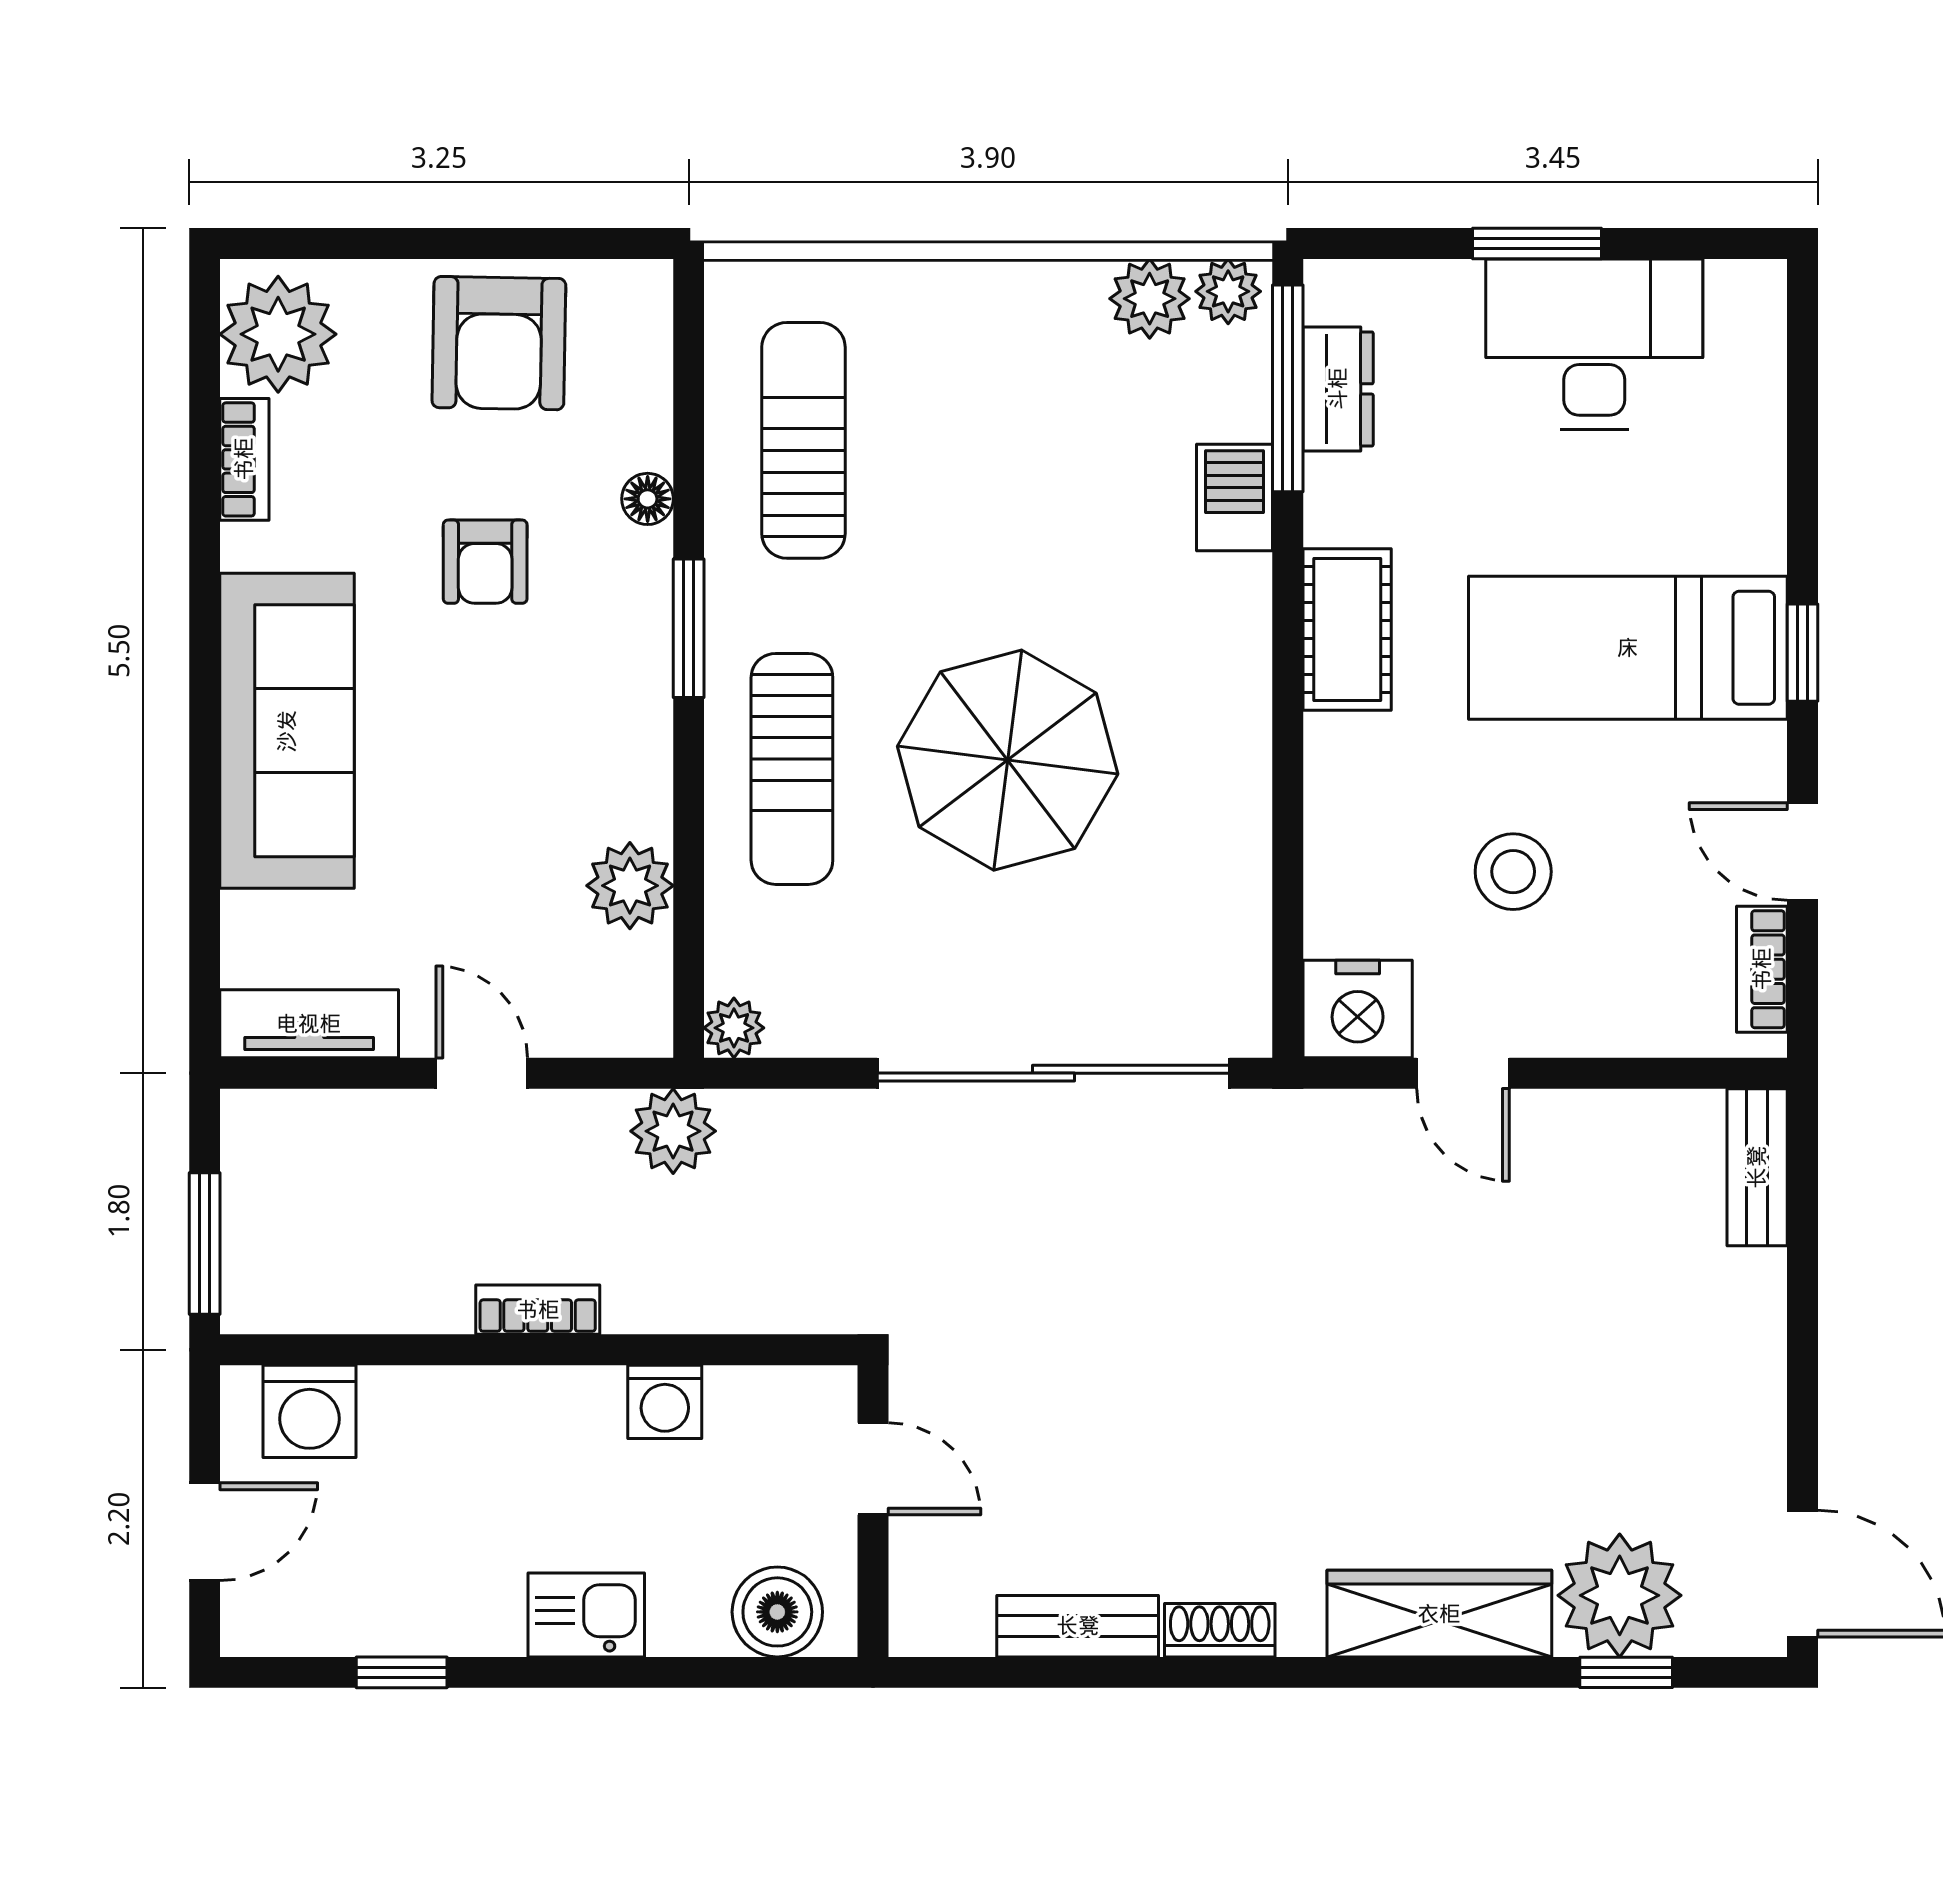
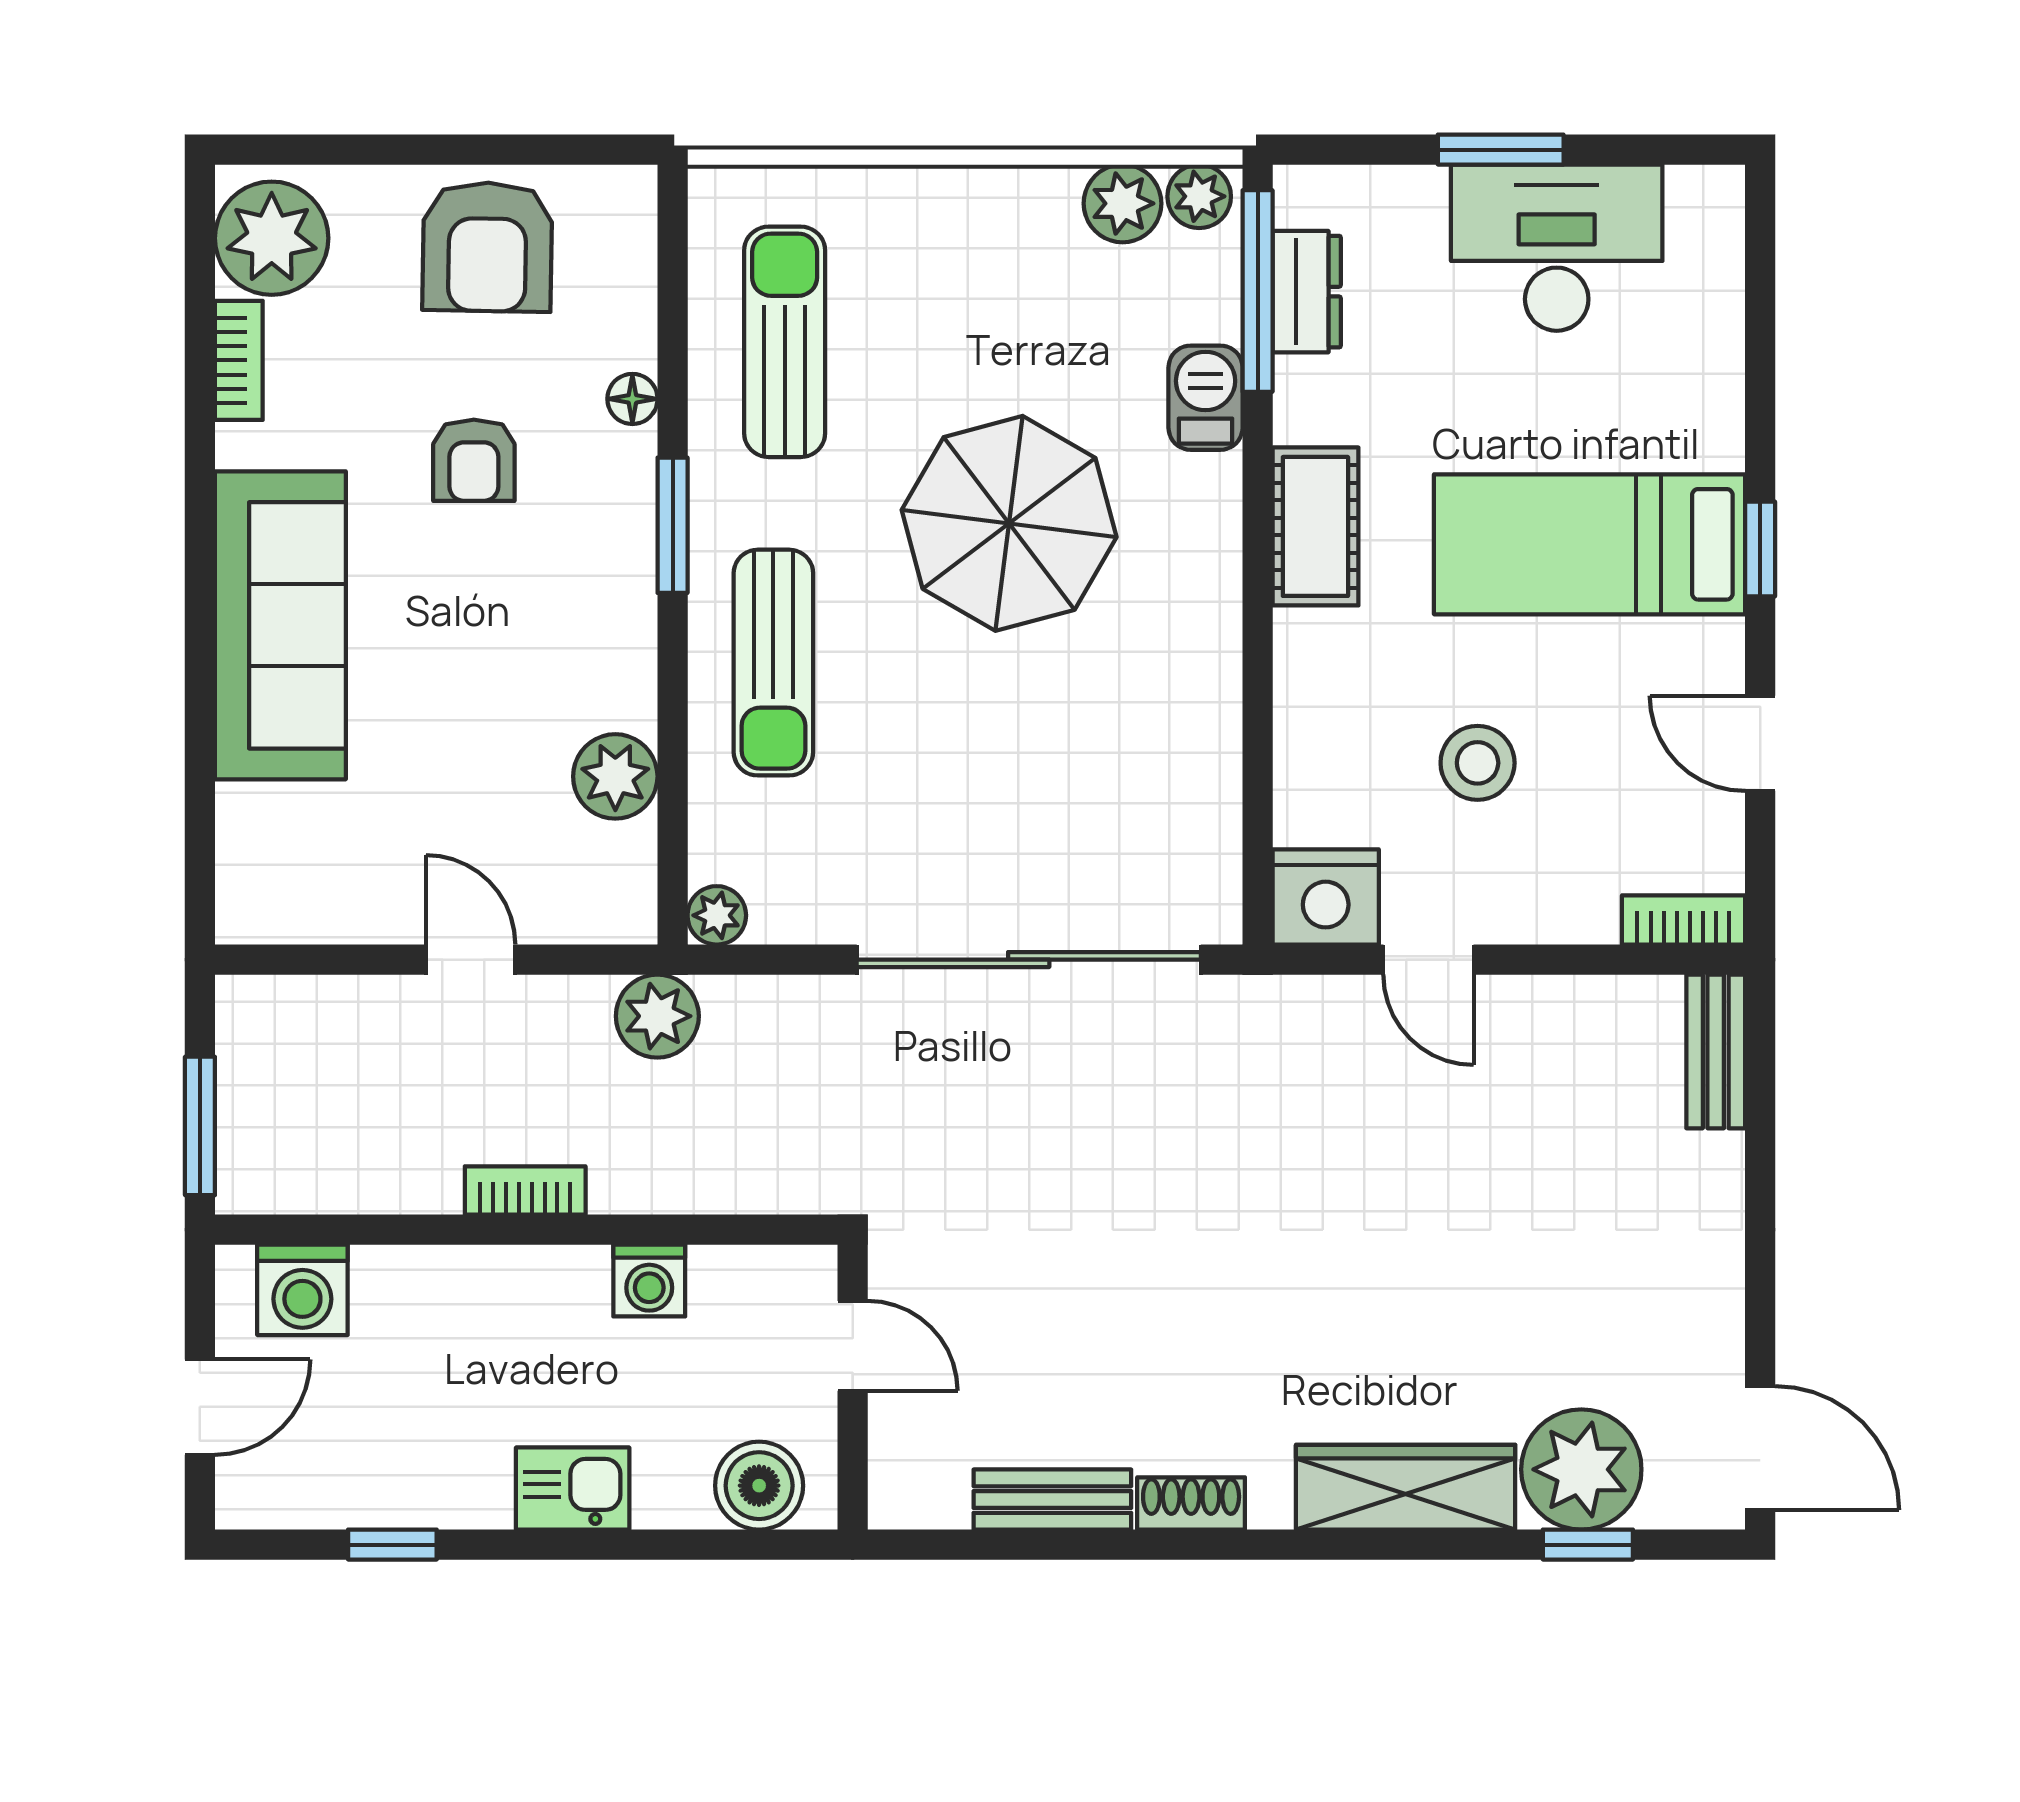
parasol: (1008, 760) -> (1009, 523), moved
bookcase: (1762, 969) -> (1683, 920), moved, turned 90
tv unit: (309, 1024) -> (302, 911), removed

